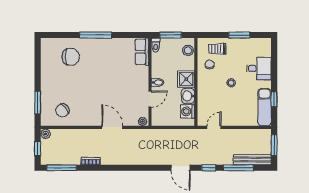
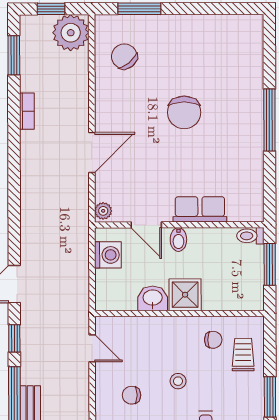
stool: (188, 50) -> (240, 298), removed
row of seats: (142, 52) -> (200, 209), moved
chair: (71, 57) -> (184, 112), moved
chair: (238, 107) -> (131, 395), added
washing machine: (188, 111) -> (108, 255), moved, turned 90
plant: (46, 134) -> (71, 33), width x1.88, depth x1.88
window: (62, 168) -> (14, 55), width x0.69

